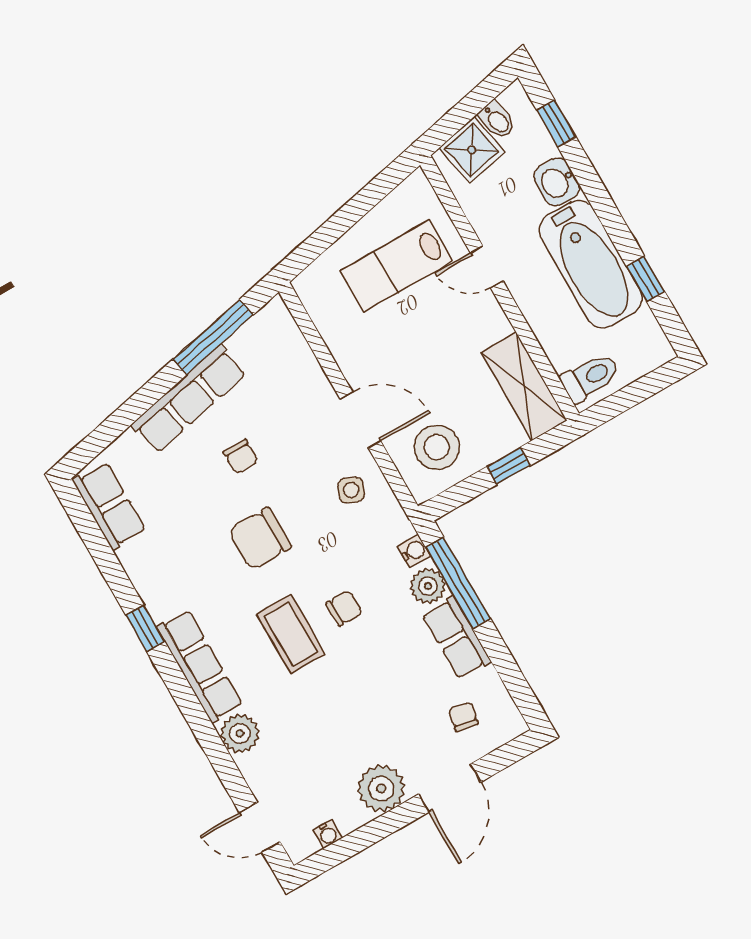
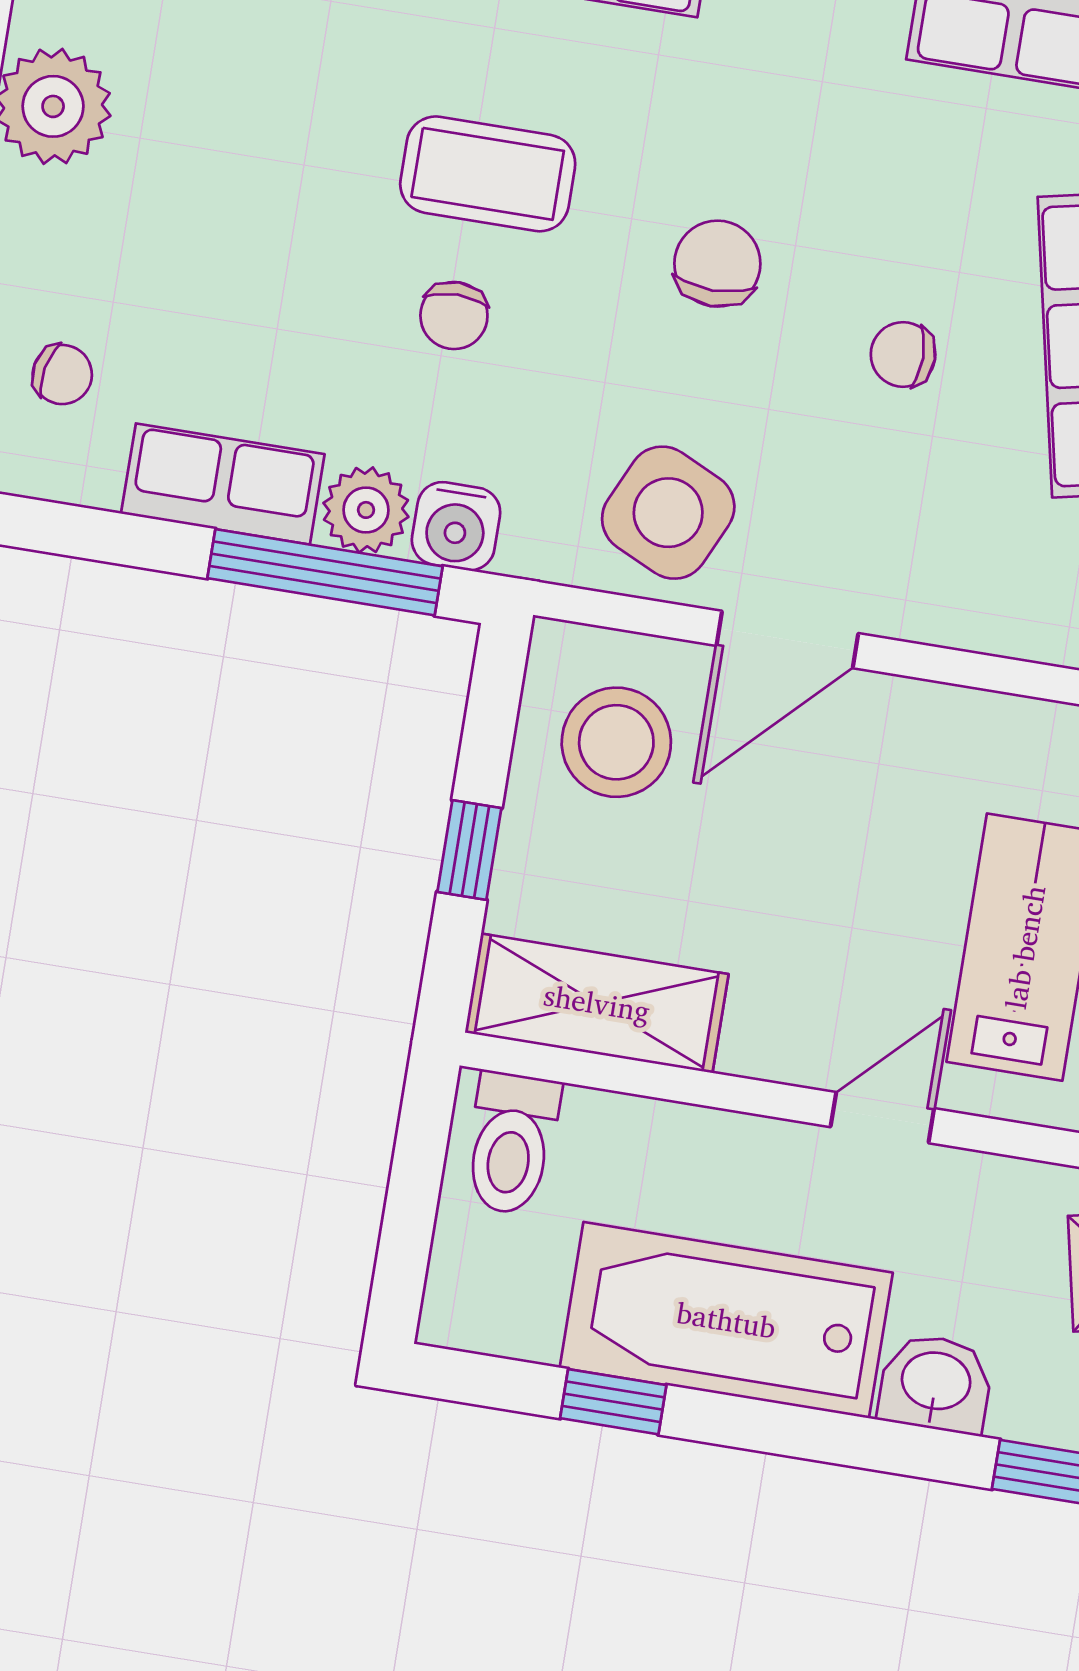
side table: (351, 490) -> (668, 513), width x1.87, depth x1.87
chair: (260, 539) -> (717, 264), width x0.73, depth x0.73
water cooler: (414, 551) -> (456, 526), width x1.38, depth x1.38

